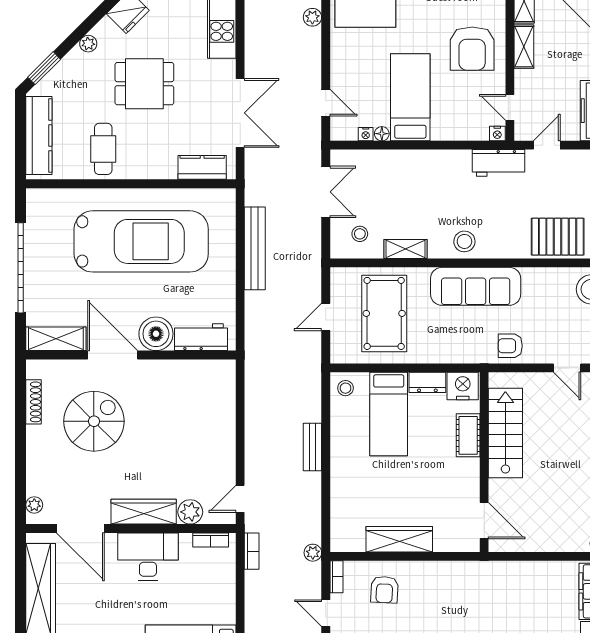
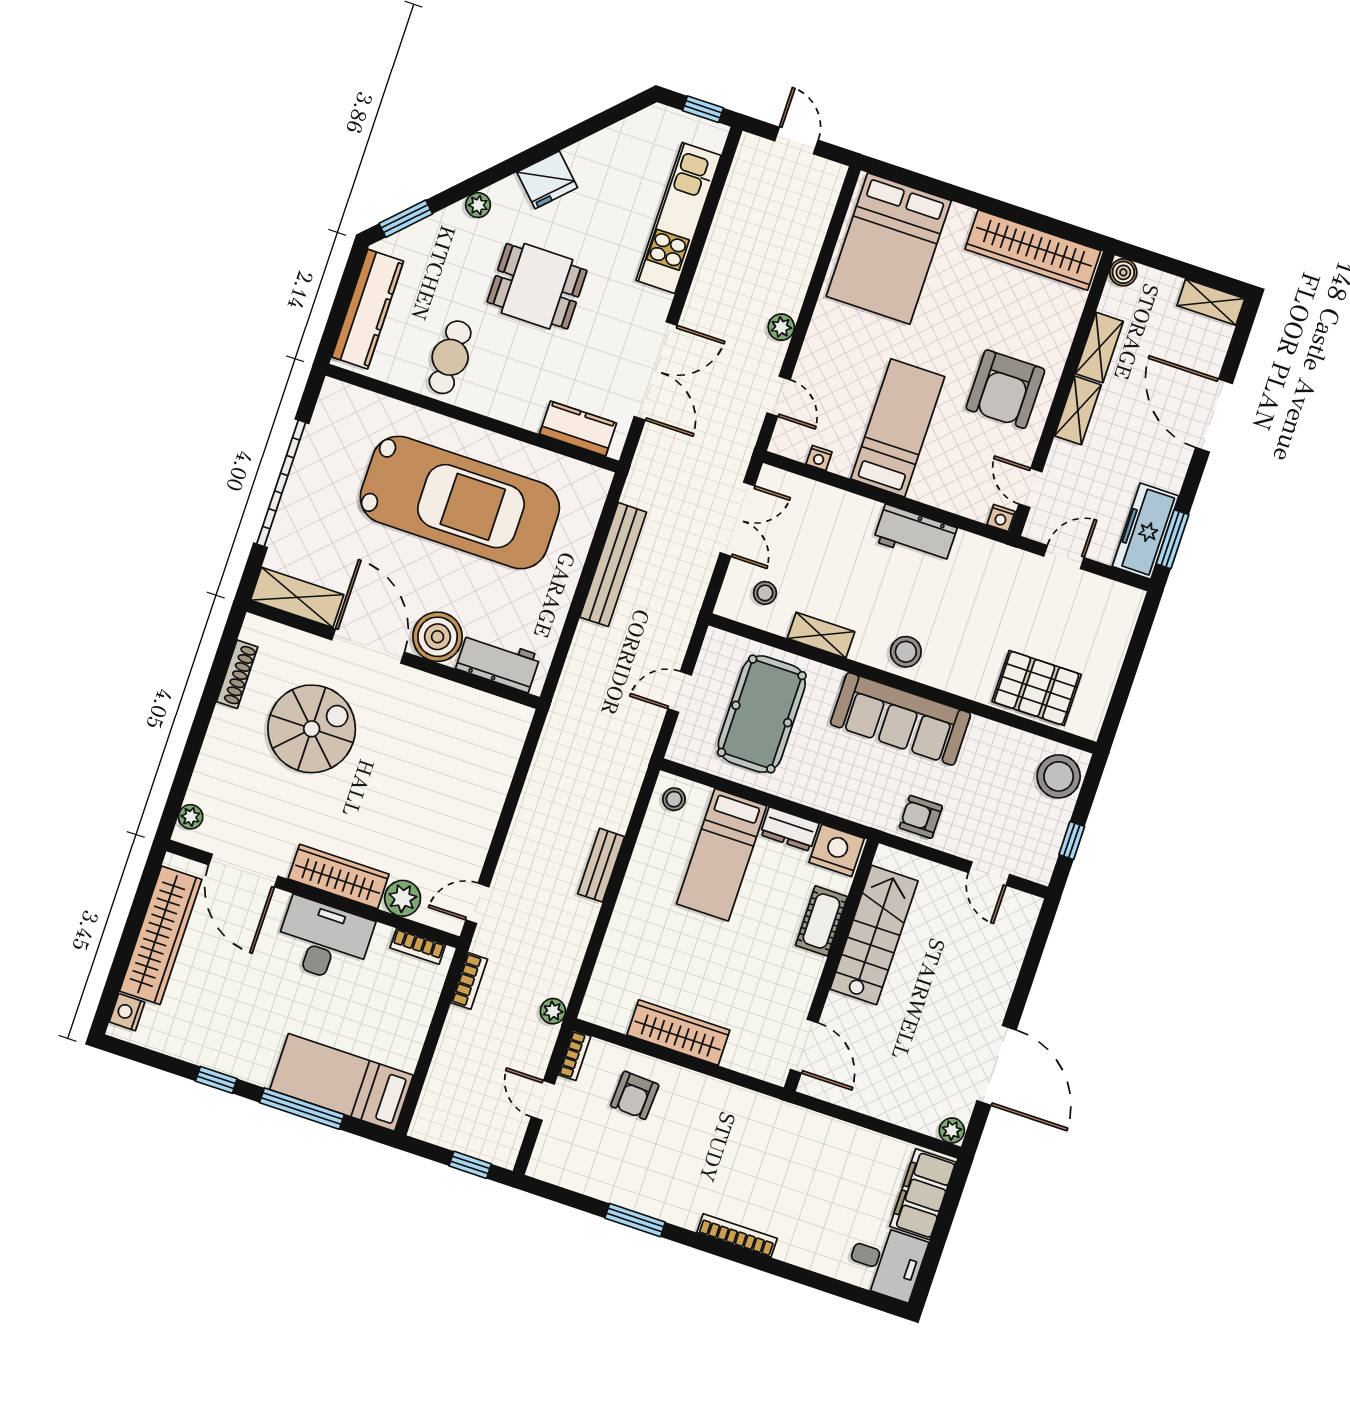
plant: (312, 17) -> (781, 327), moved
floor lamp: (382, 134) -> (842, 465), removed
workbench: (498, 163) -> (915, 534), moved

